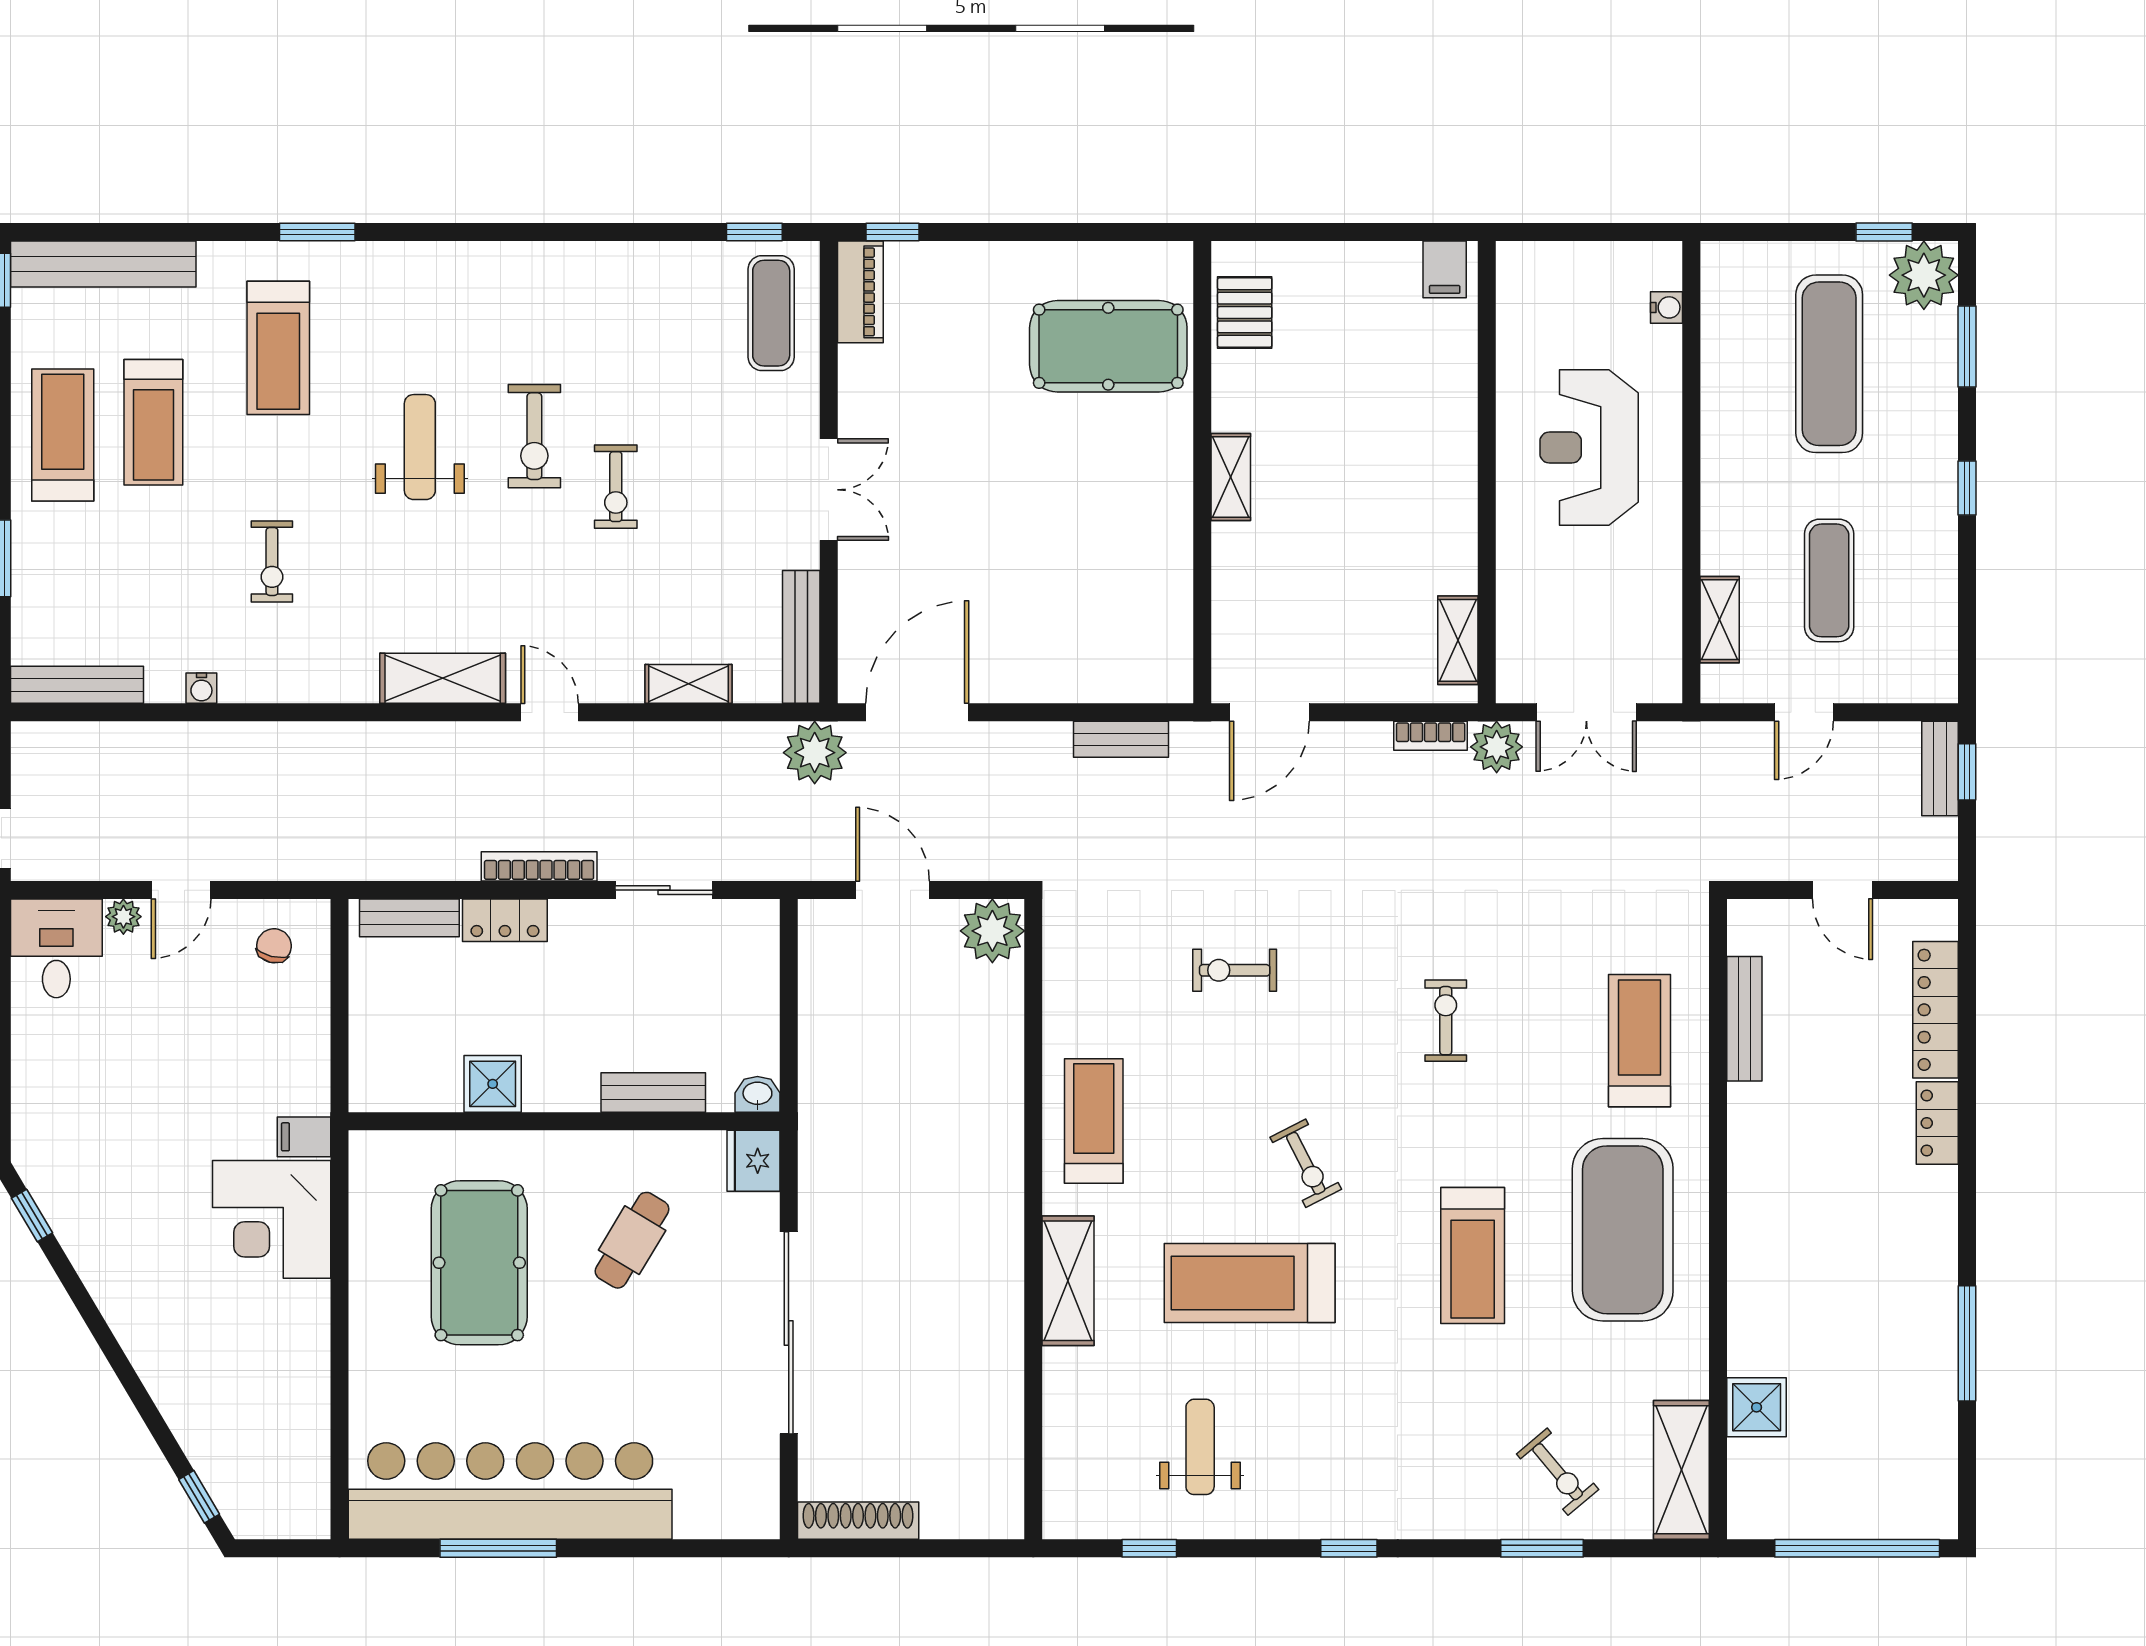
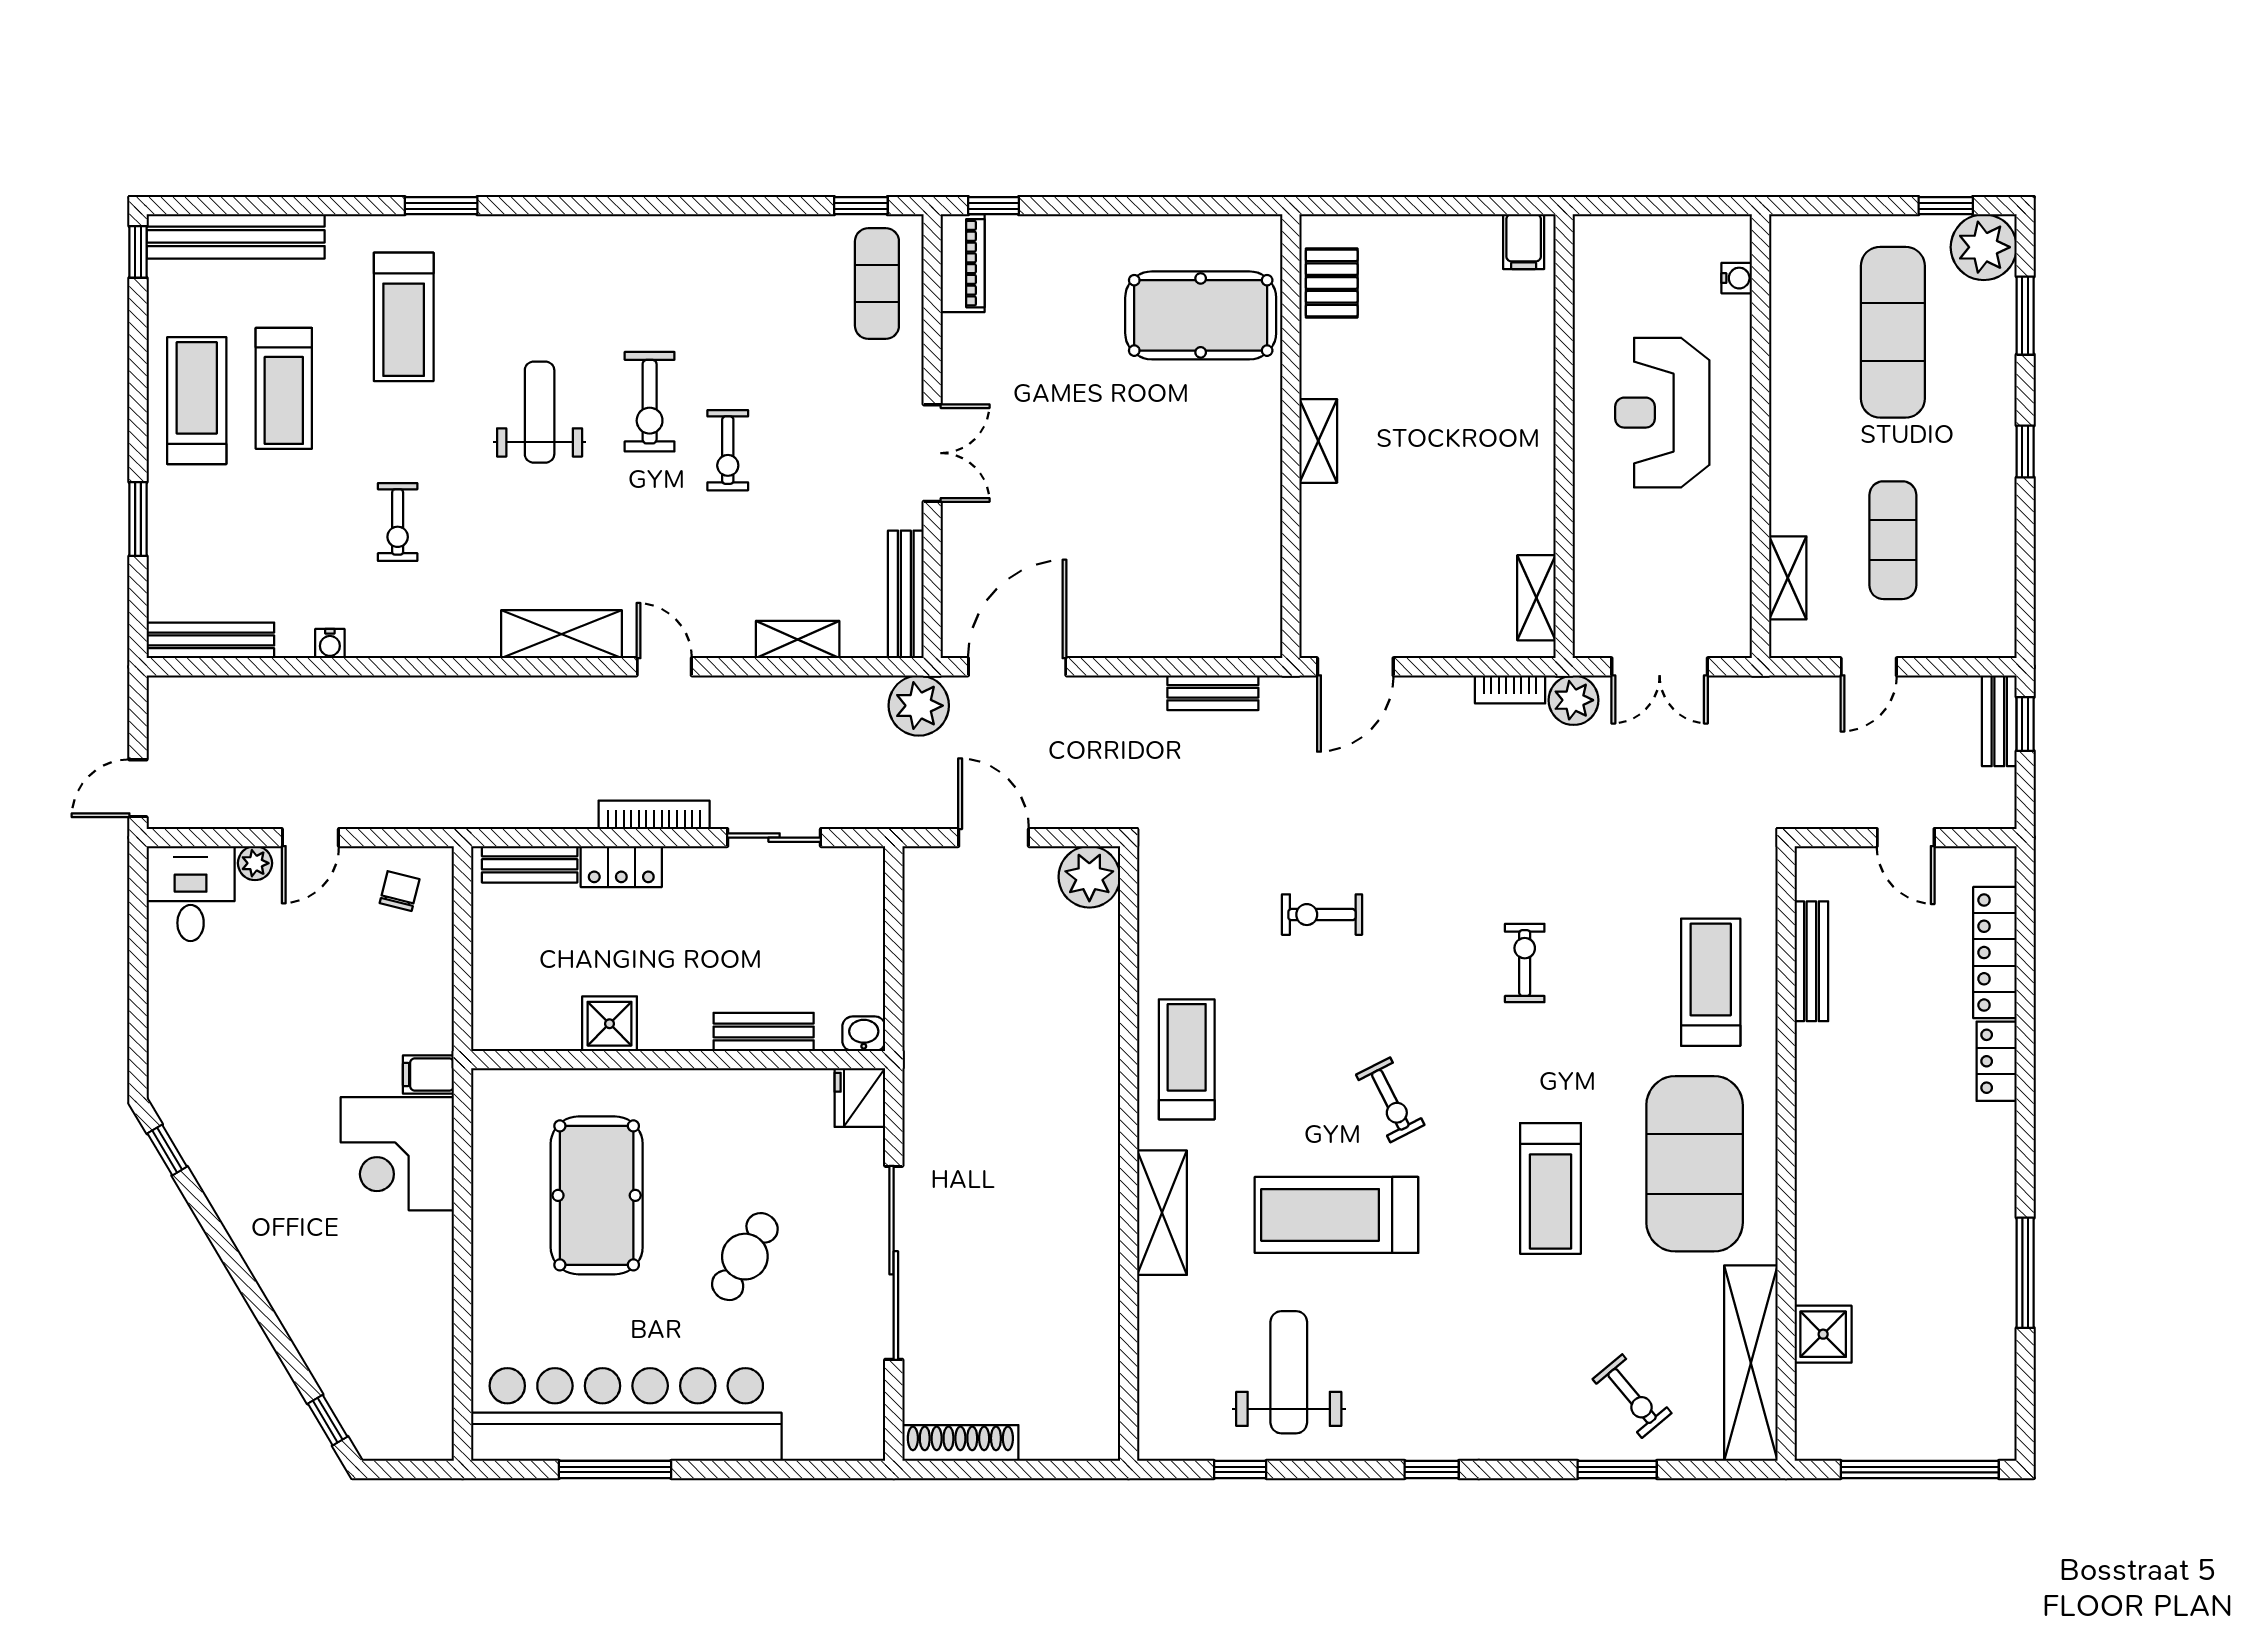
cafe table: (632, 1240) -> (745, 1257), moved
weight bench: (1200, 1447) -> (1289, 1372), width x1.36, depth x1.33
shelving: (1681, 1470) -> (1751, 1363), width x1.47

